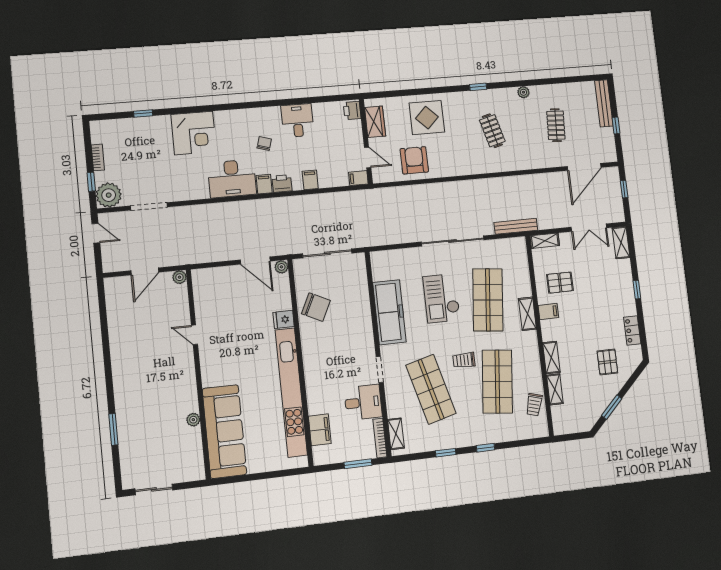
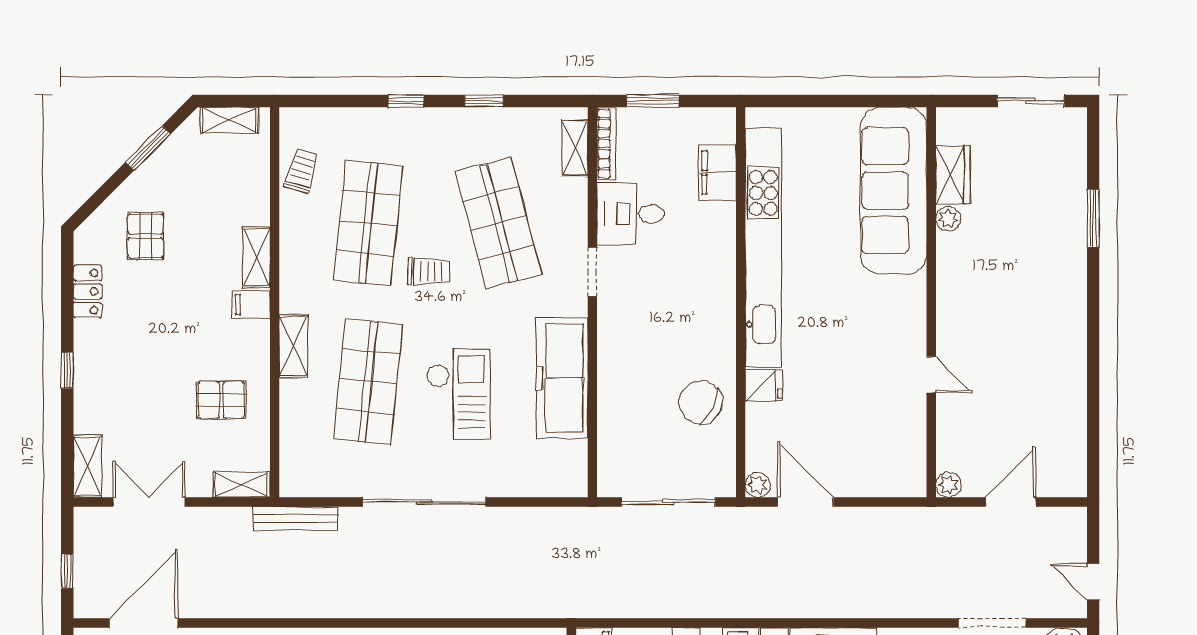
filing cabinet: (548, 311) -> (251, 304), moved
shelving: (555, 389) -> (229, 120), moved, turned 90
wardrobe: (193, 444) -> (953, 175), added

